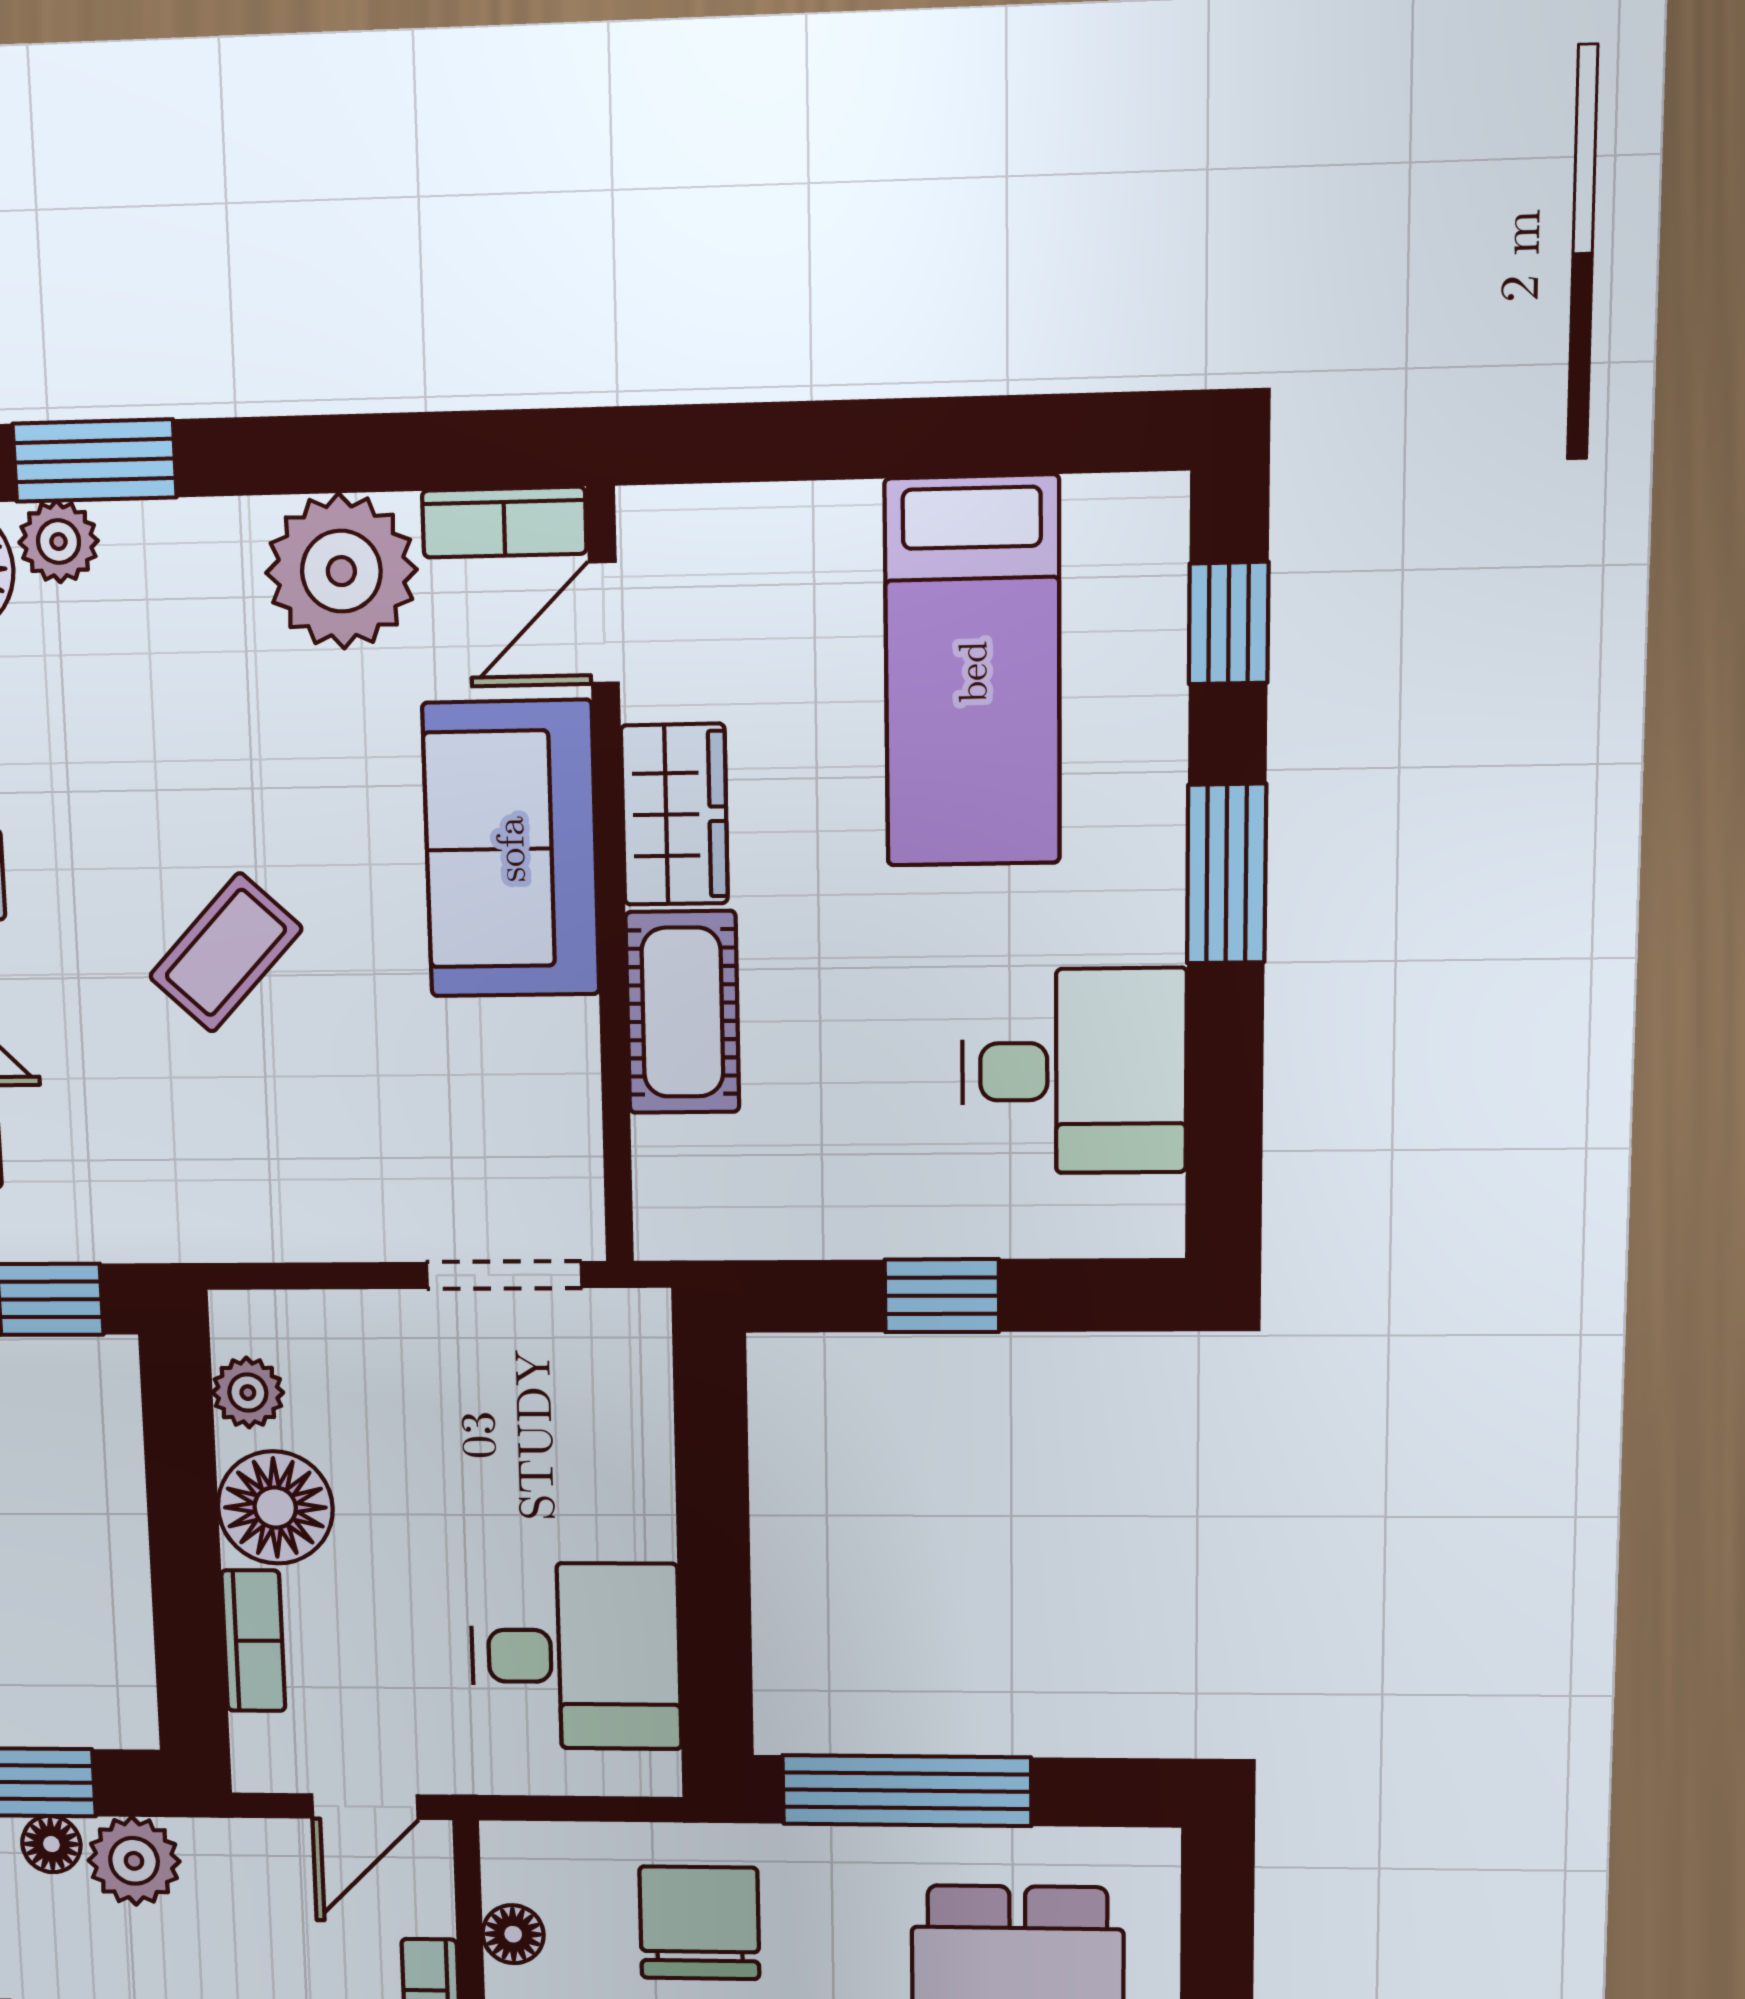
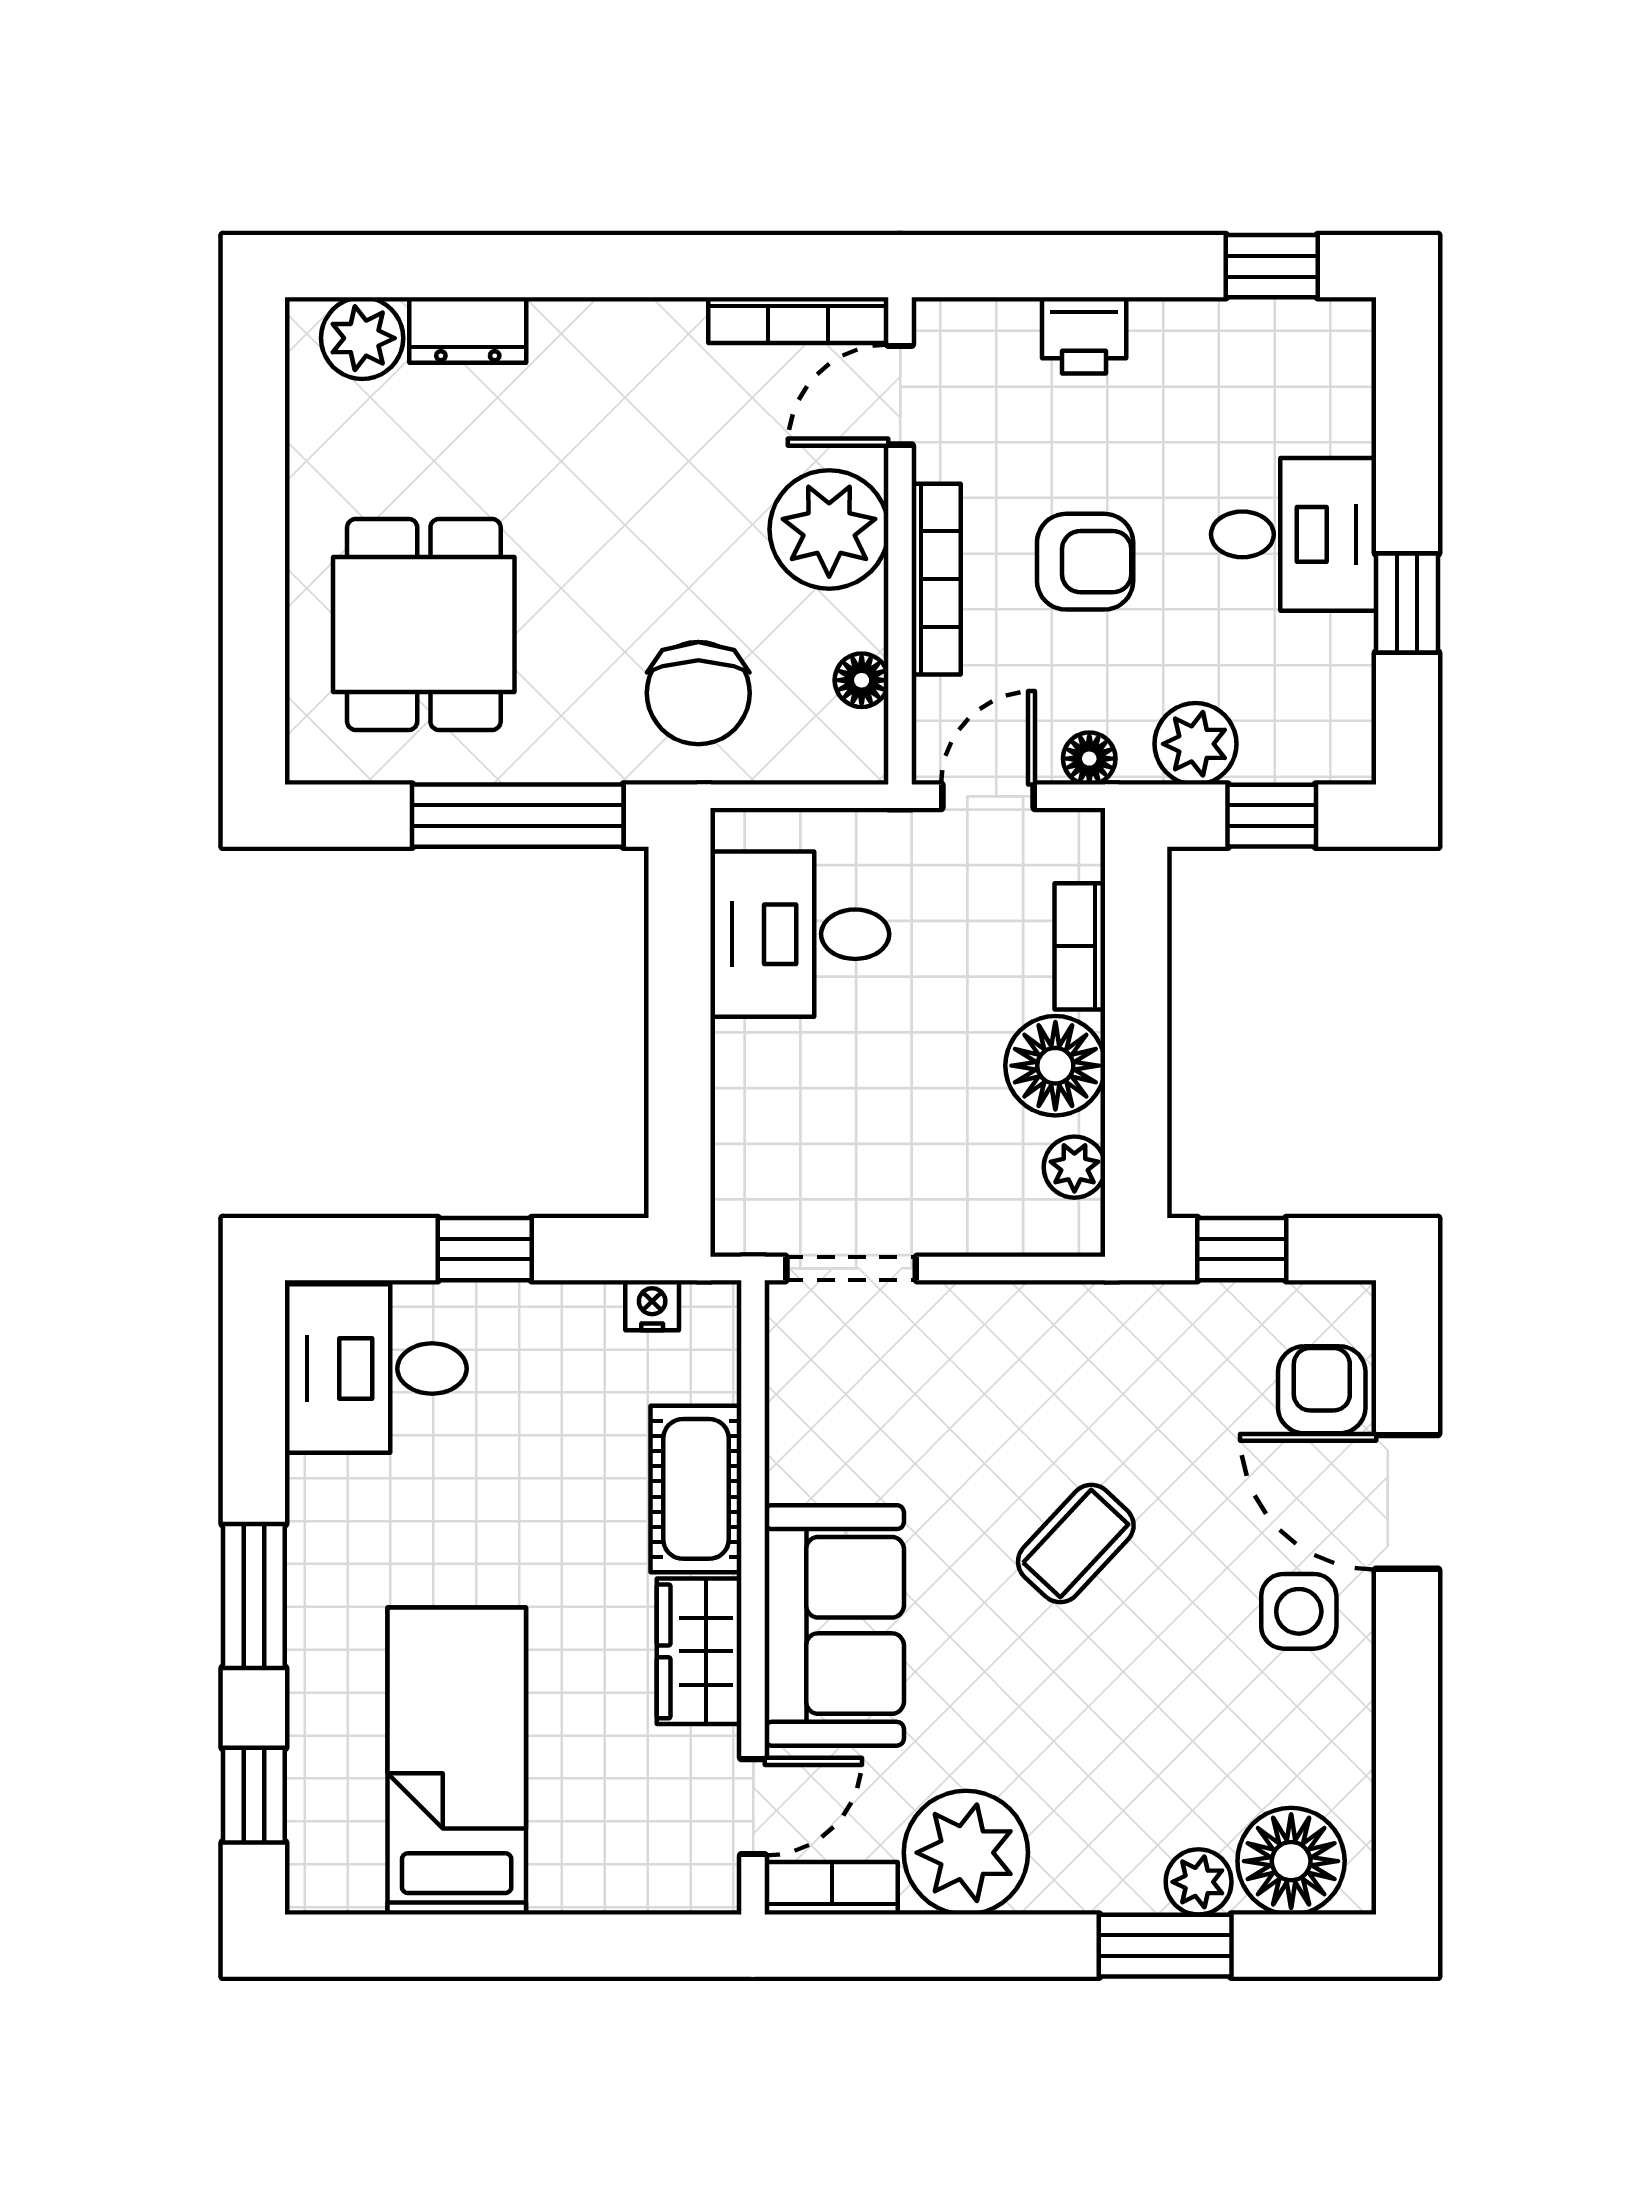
desk: (1074, 1071) -> (376, 1369), moved
nightstand: (740, 1231) -> (652, 1305), added
floor lamp: (51, 1844) -> (1089, 759), moved

